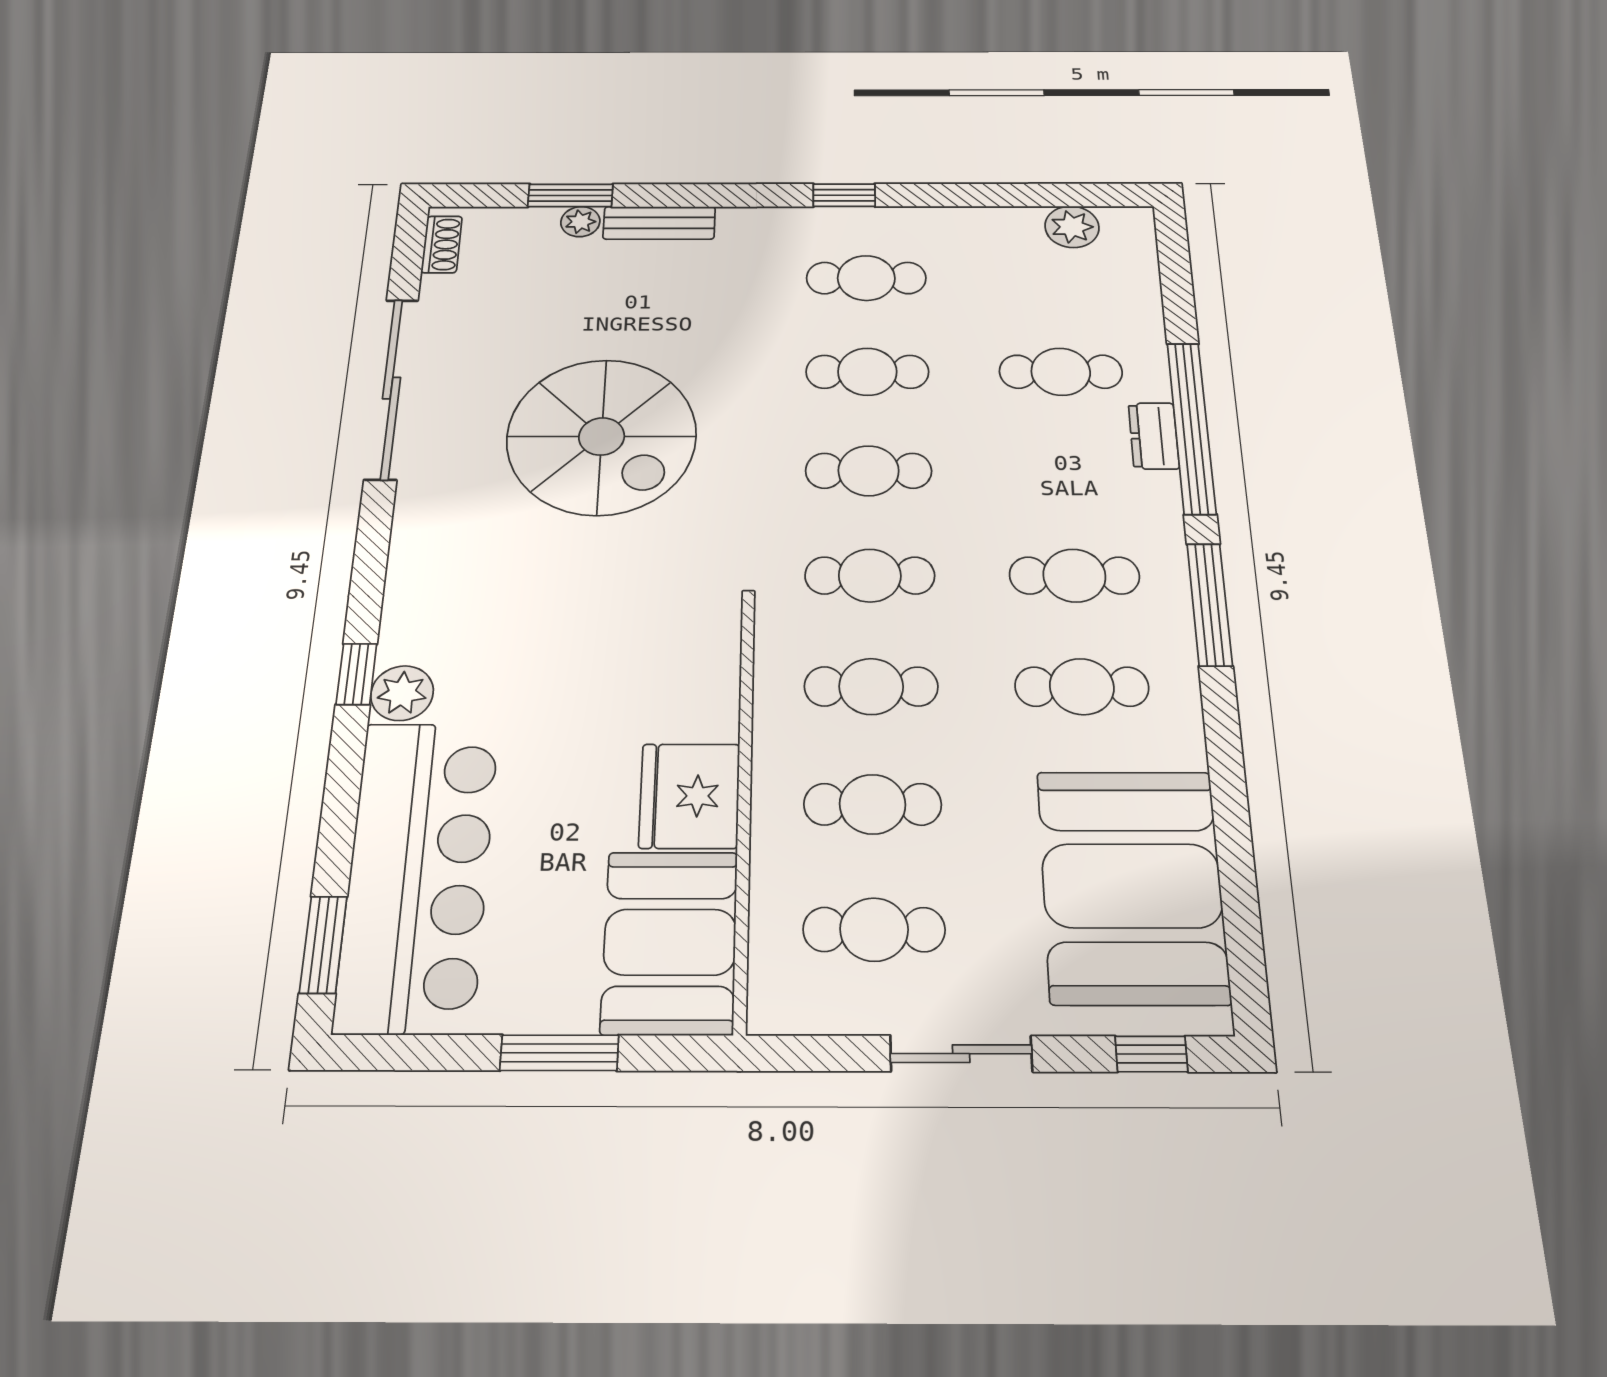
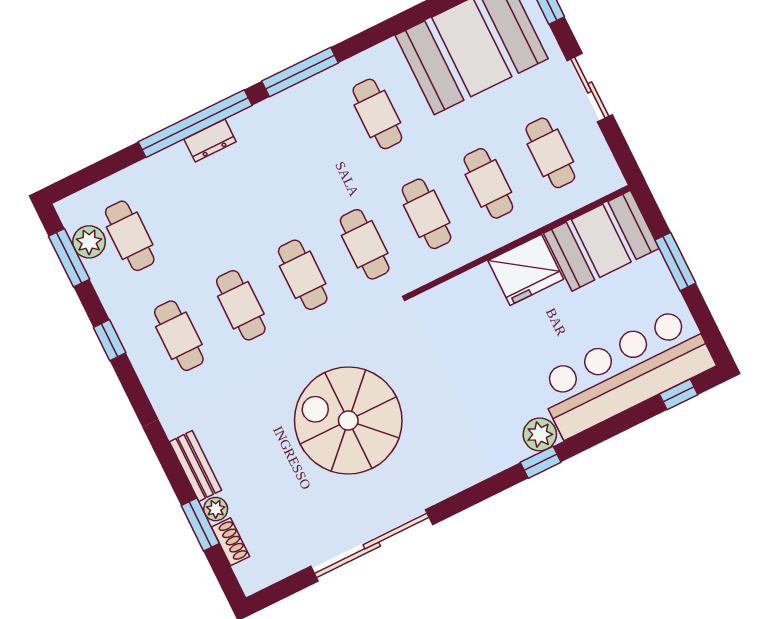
window: (844, 195) -> (110, 340), moved
window: (1061, 195) -> (69, 258), added
shoe rack: (442, 244) -> (230, 542), moved, turned 90
cafe table: (1061, 372) -> (130, 236), moved
spiral stairs: (602, 436) -> (348, 421), turned -90
cafe table: (1074, 576) -> (315, 144), removed
window: (323, 945) -> (679, 394), width x0.67

